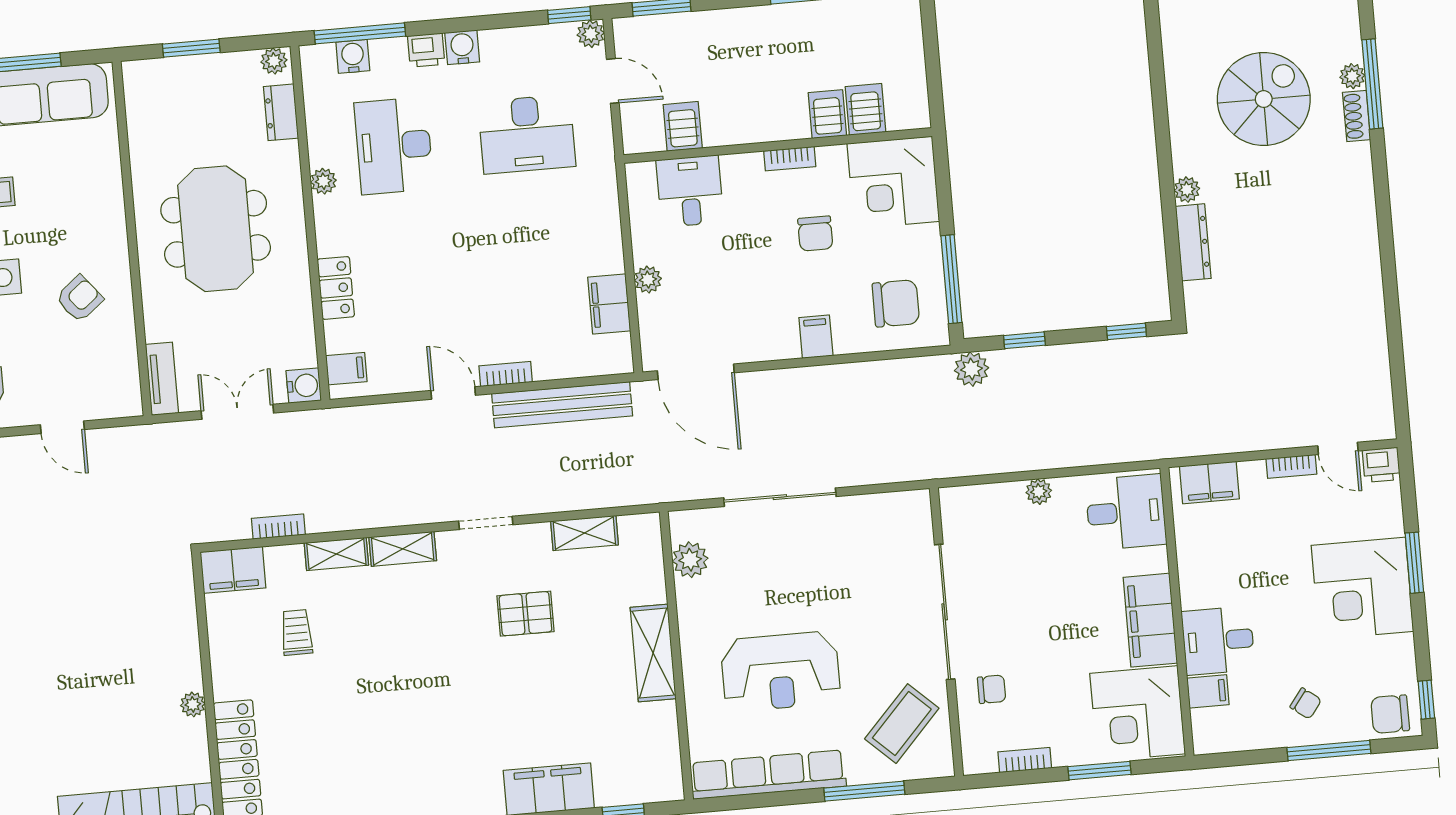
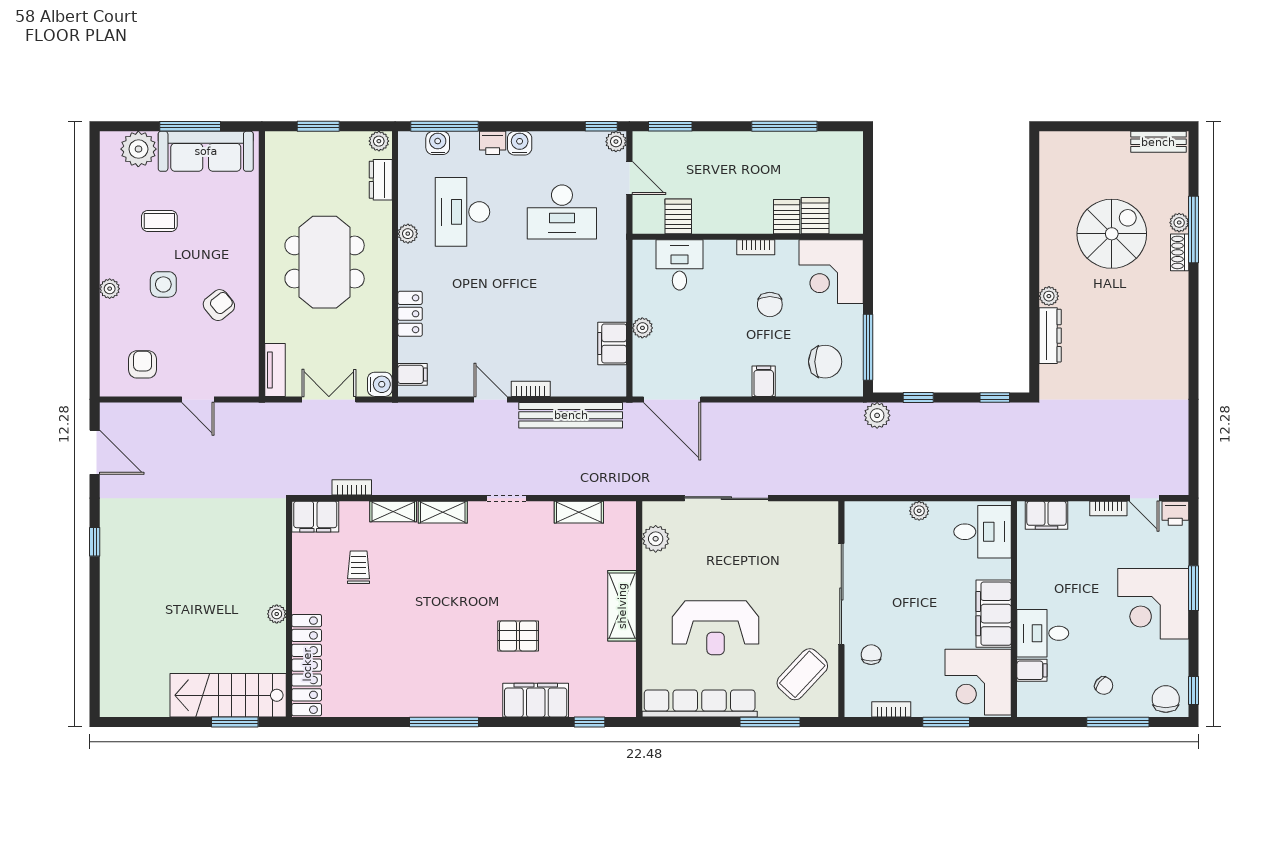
pallet: (525, 614) -> (518, 636), moved
chair: (992, 689) -> (871, 655), turned -90
chair: (1390, 714) -> (1166, 699), turned 90

